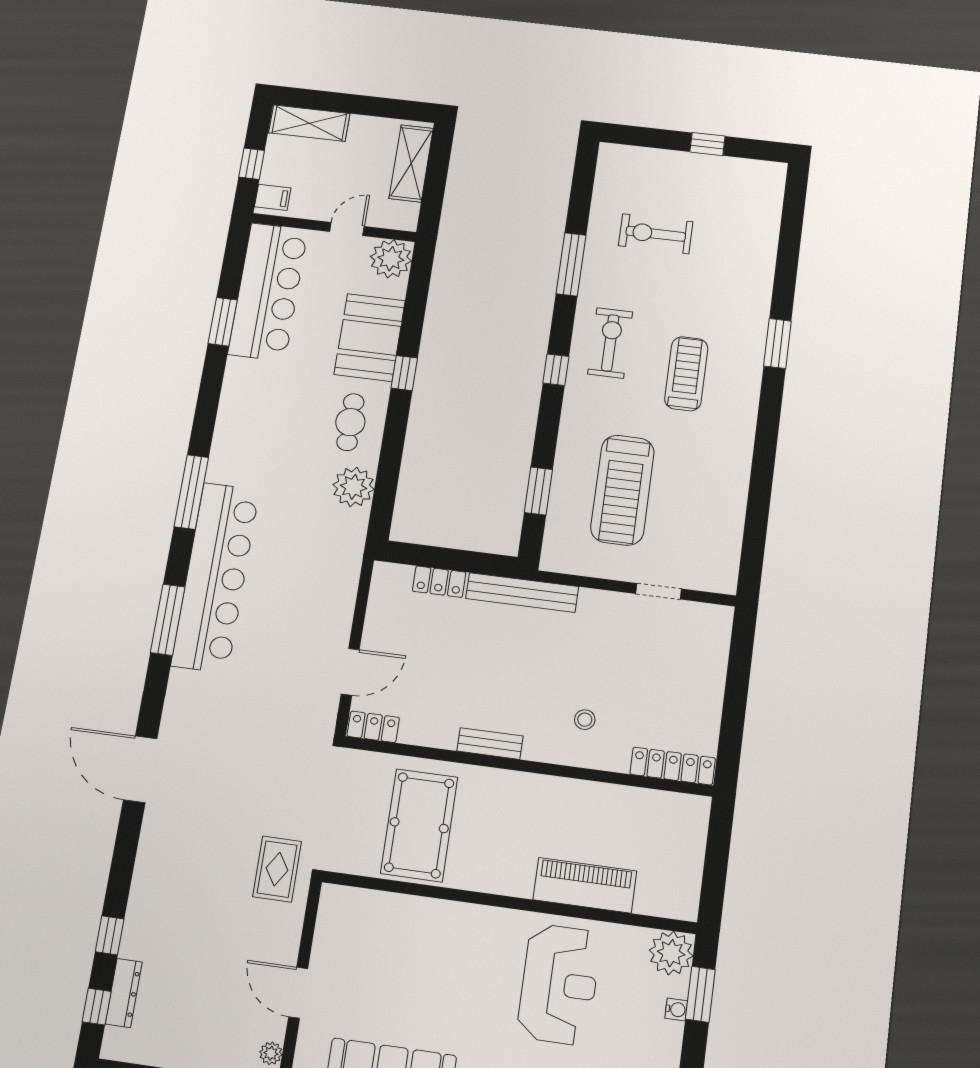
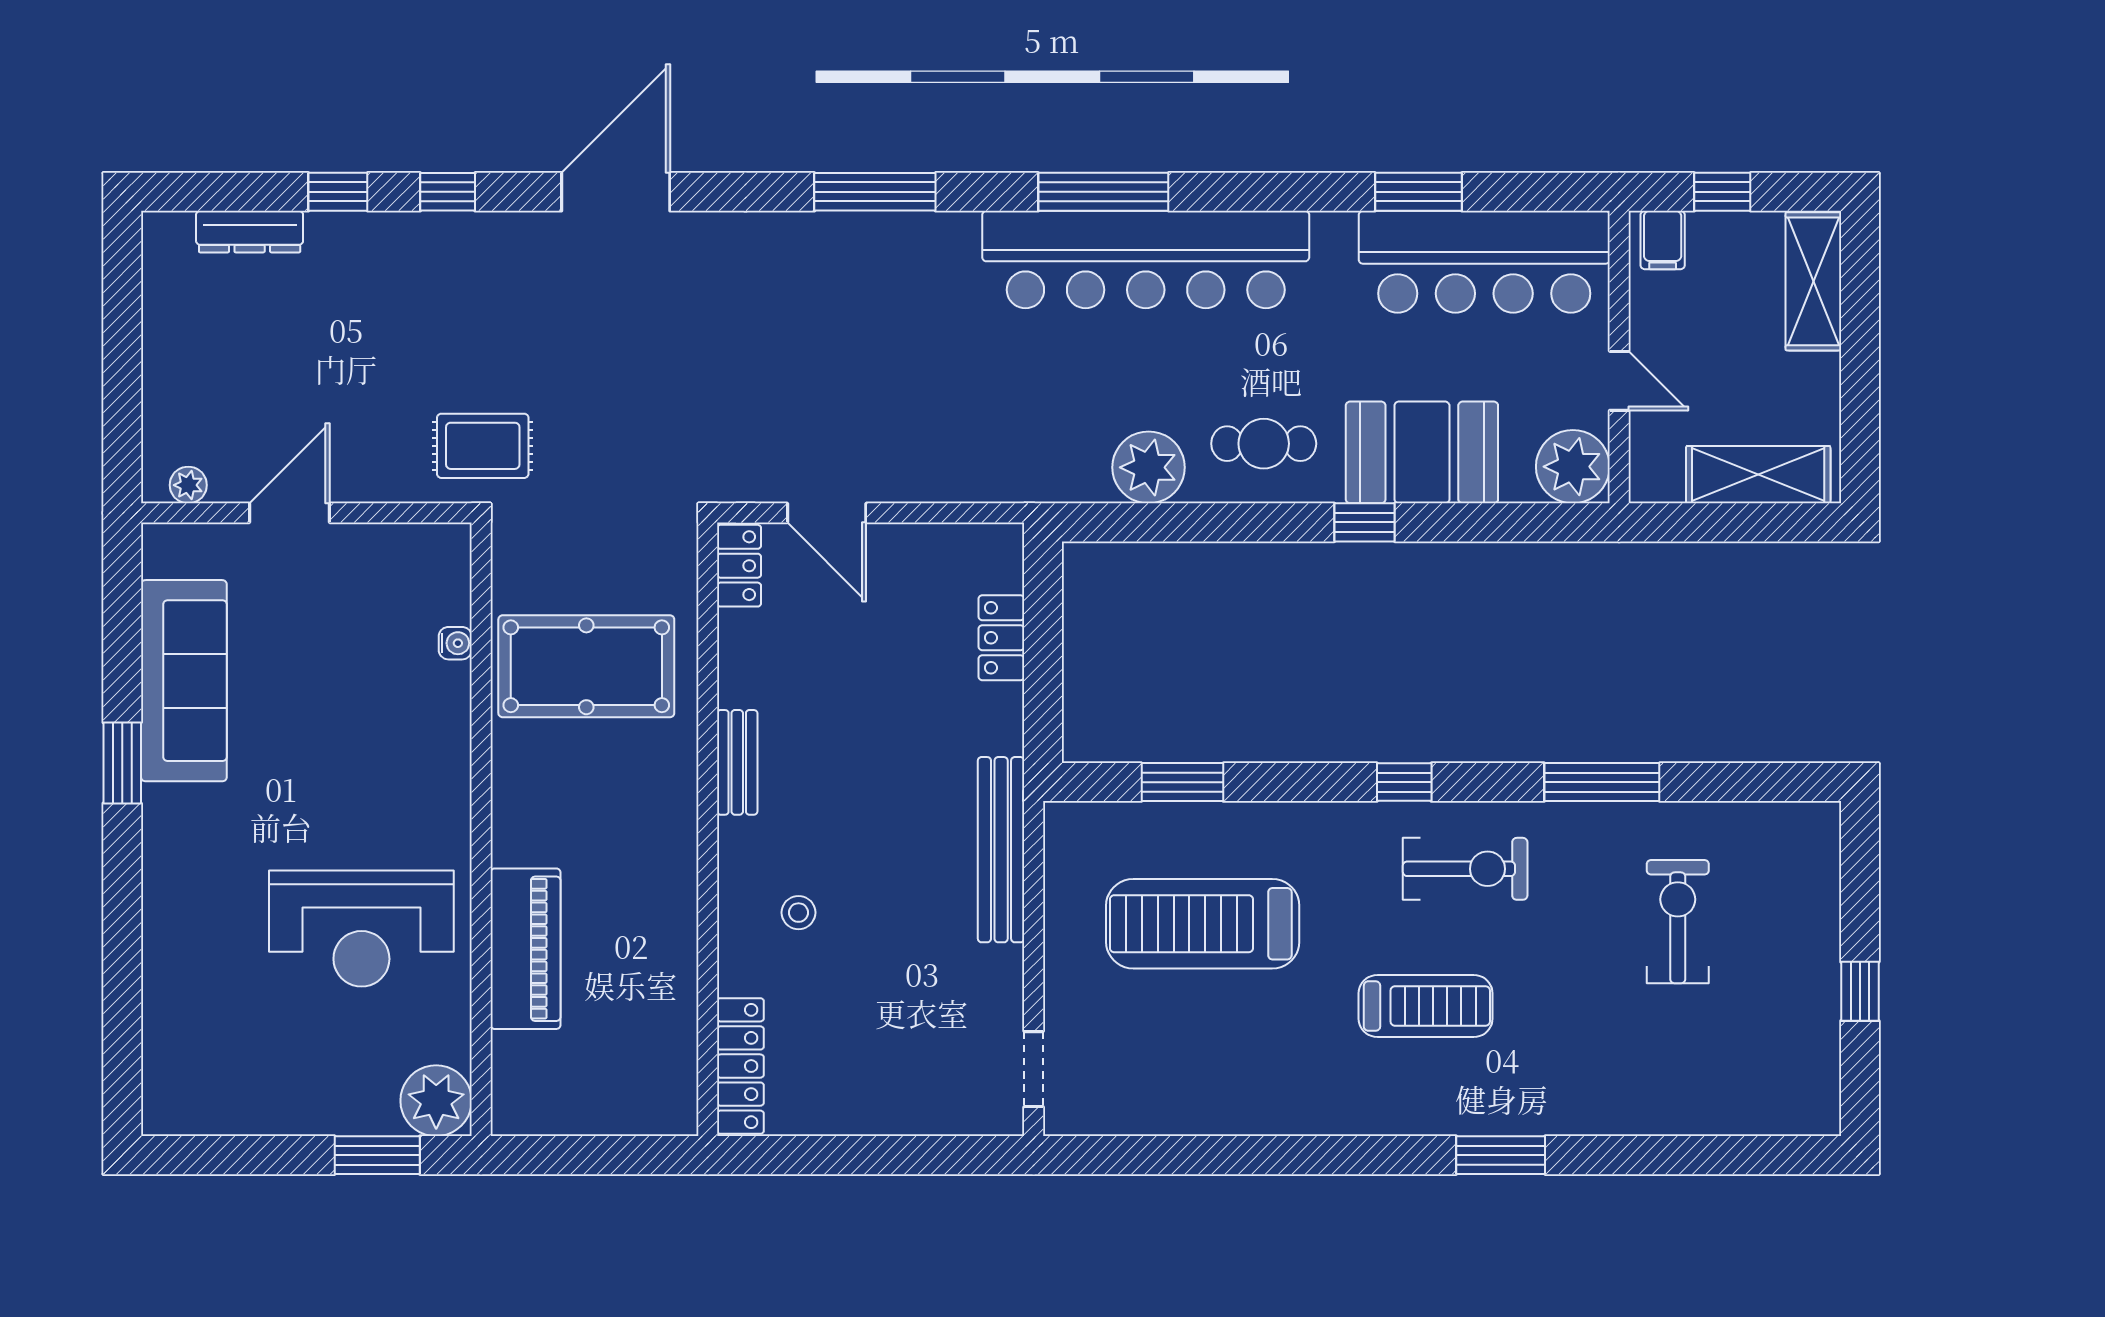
bar counter: (216, 577) -> (1146, 260), moved
doorway: (659, 591) -> (1034, 1069), moved
bench: (522, 593) -> (1001, 850), moved
window: (97, 1007) -> (448, 192), moved
water cooler: (676, 1009) -> (455, 643), moved, turned -90

